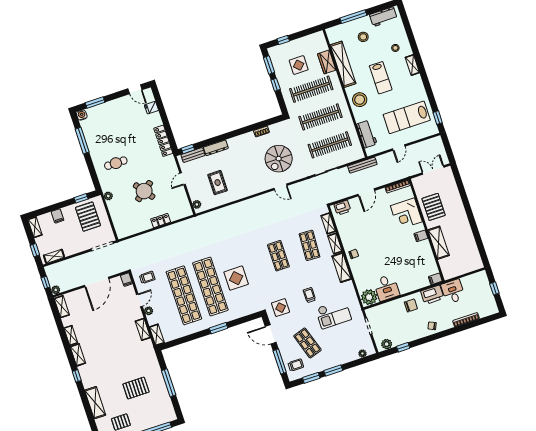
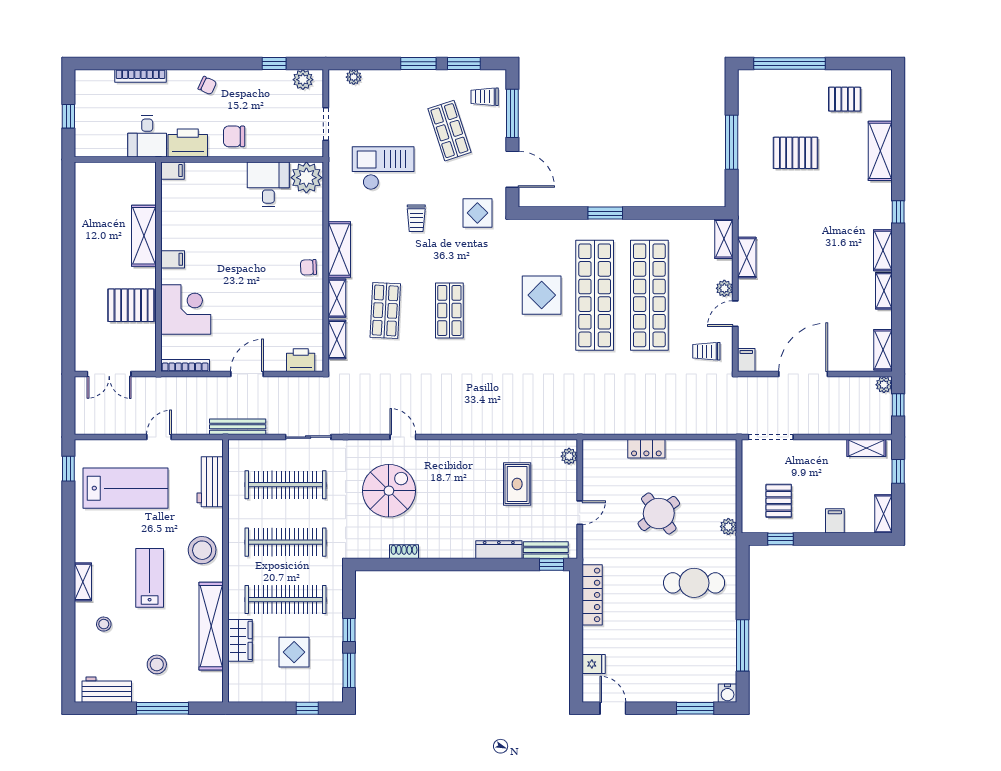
cafe table: (116, 163) -> (694, 583), width x1.37, depth x1.35
pallet: (434, 207) -> (131, 305), turned 90
pallet: (88, 217) -> (779, 501), width x0.67, depth x0.71

